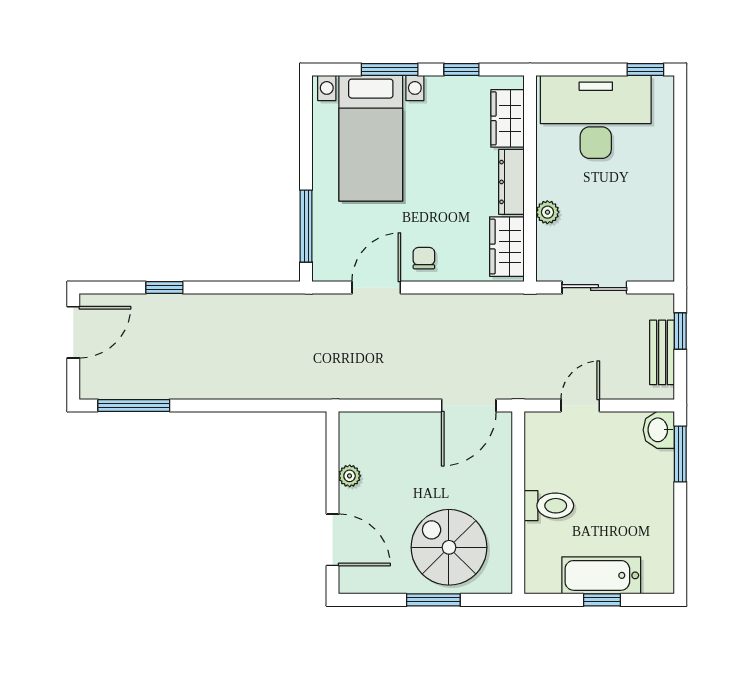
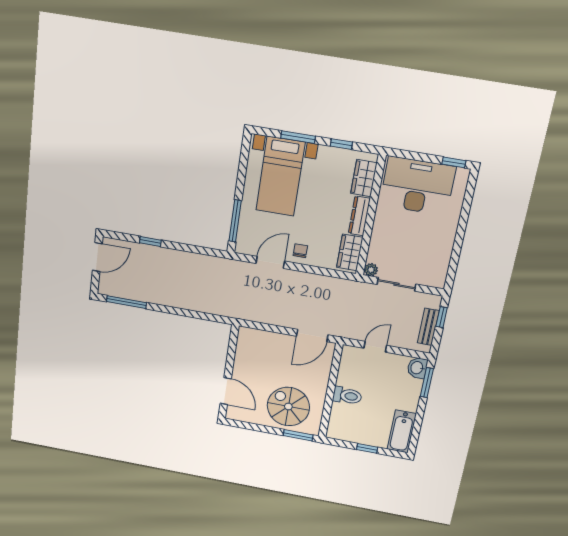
plant: (547, 212) -> (371, 270), moved
plant: (350, 476) -> (240, 360), removed
bathtub: (601, 575) -> (402, 431), moved, turned -90
window: (433, 600) -> (298, 435), moved

